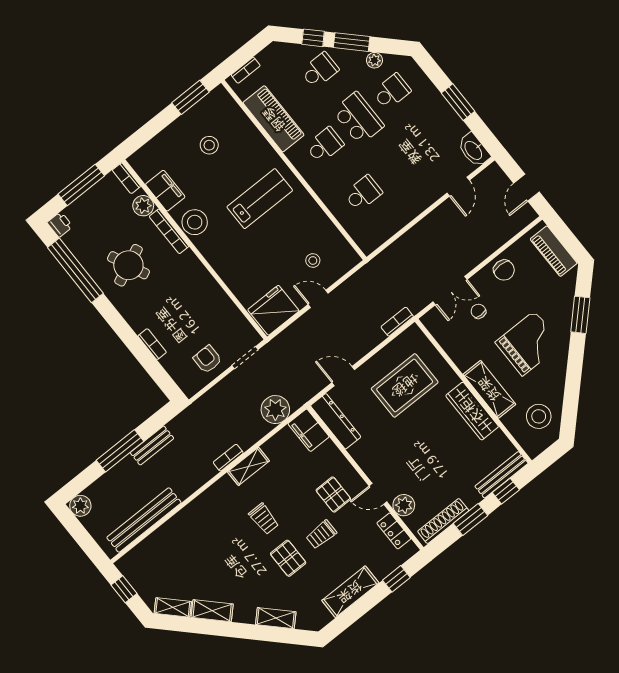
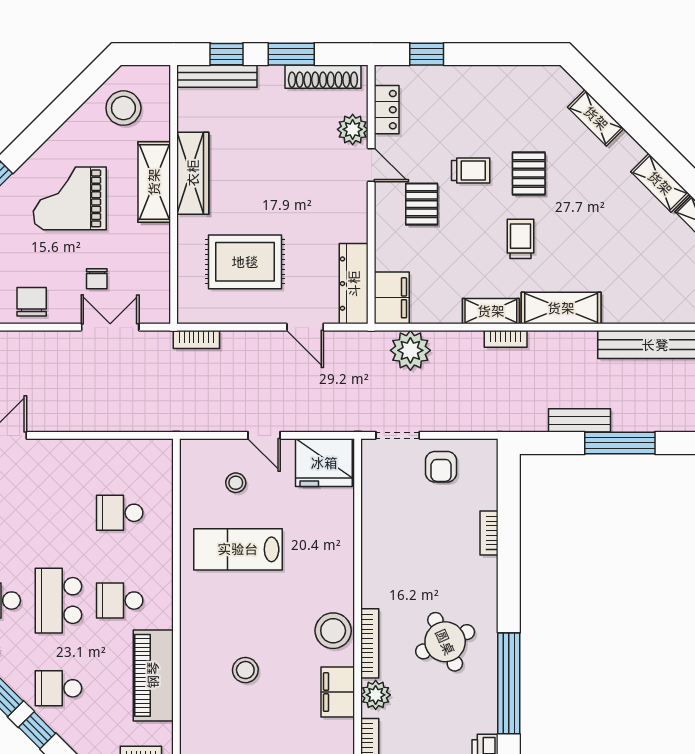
stool: (209, 145) -> (245, 670), moved
lab bench: (260, 199) -> (238, 549), moved
shelving: (350, 592) -> (561, 308), moved

